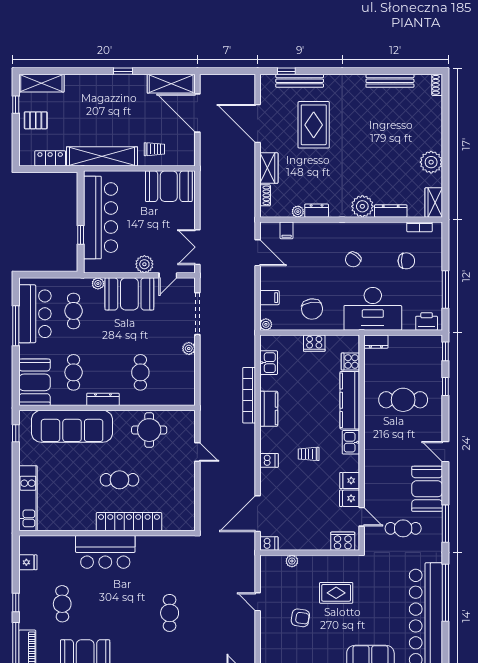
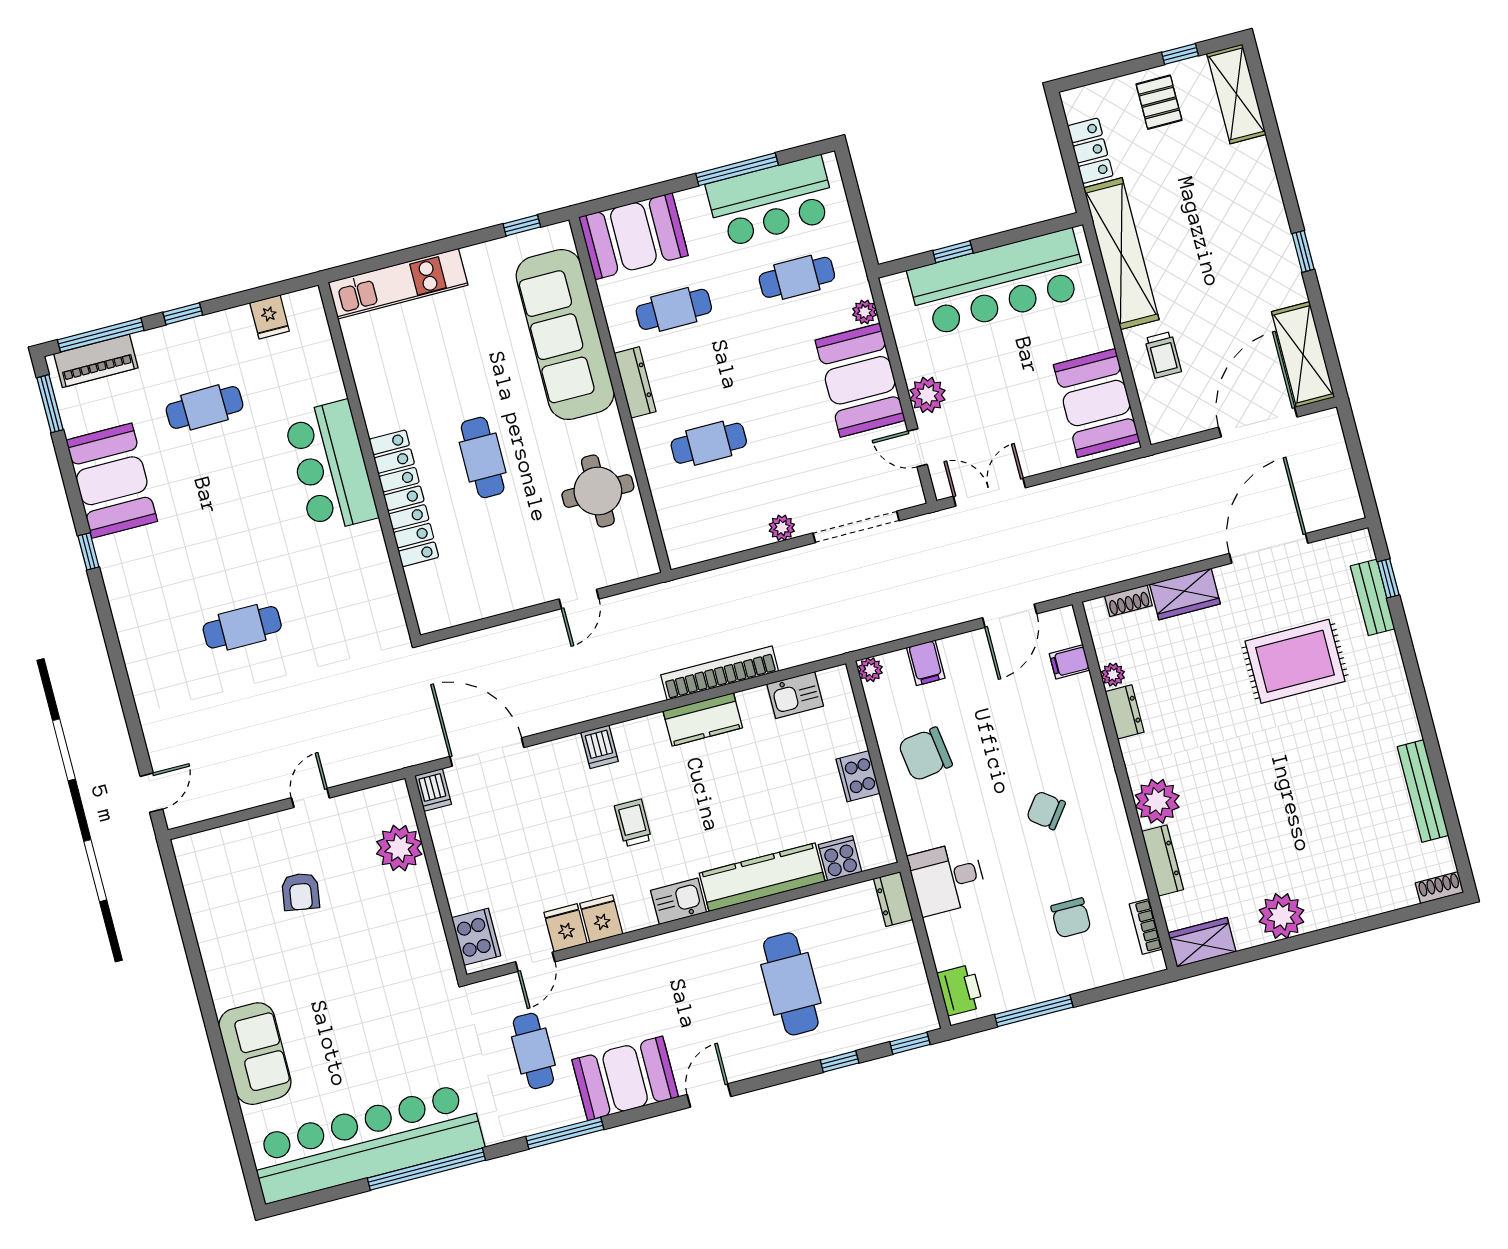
bench: (300, 81) -> (1373, 597), width x0.73
desk: (373, 309) -> (947, 878), width x0.53, depth x0.77
plant: (292, 561) -> (399, 848), width x1.88, depth x1.88
rug: (336, 593) -> (369, 950), removed

